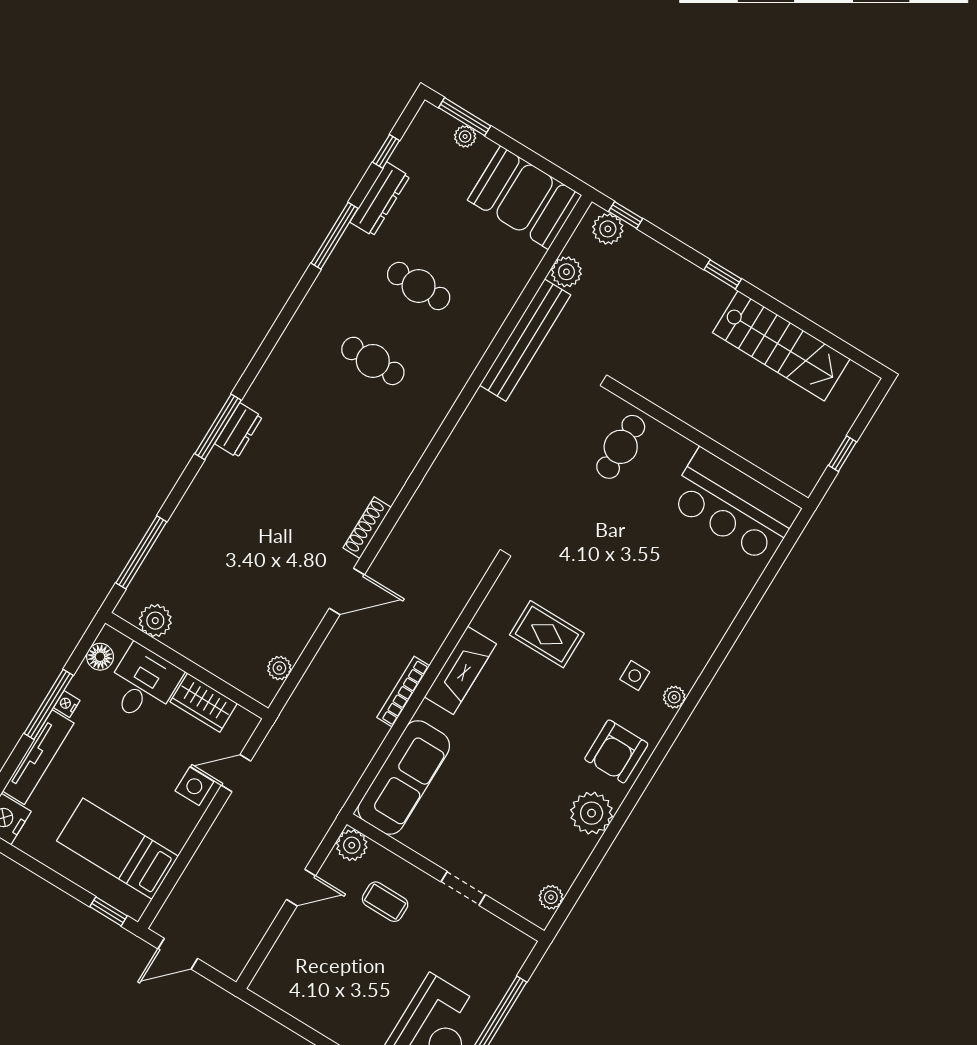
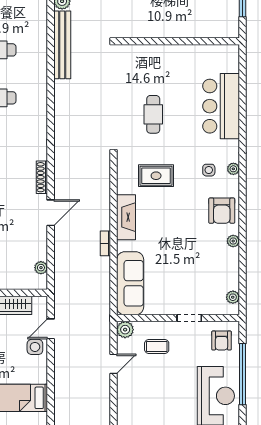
cafe table: (621, 447) -> (153, 114), moved
bar counter: (734, 506) -> (221, 106), moved, turned 90
bookcase: (403, 692) -> (105, 243), width x0.64
plant: (592, 813) -> (233, 241), width x0.53, depth x0.53
armchair: (492, 954) -> (222, 341), added

